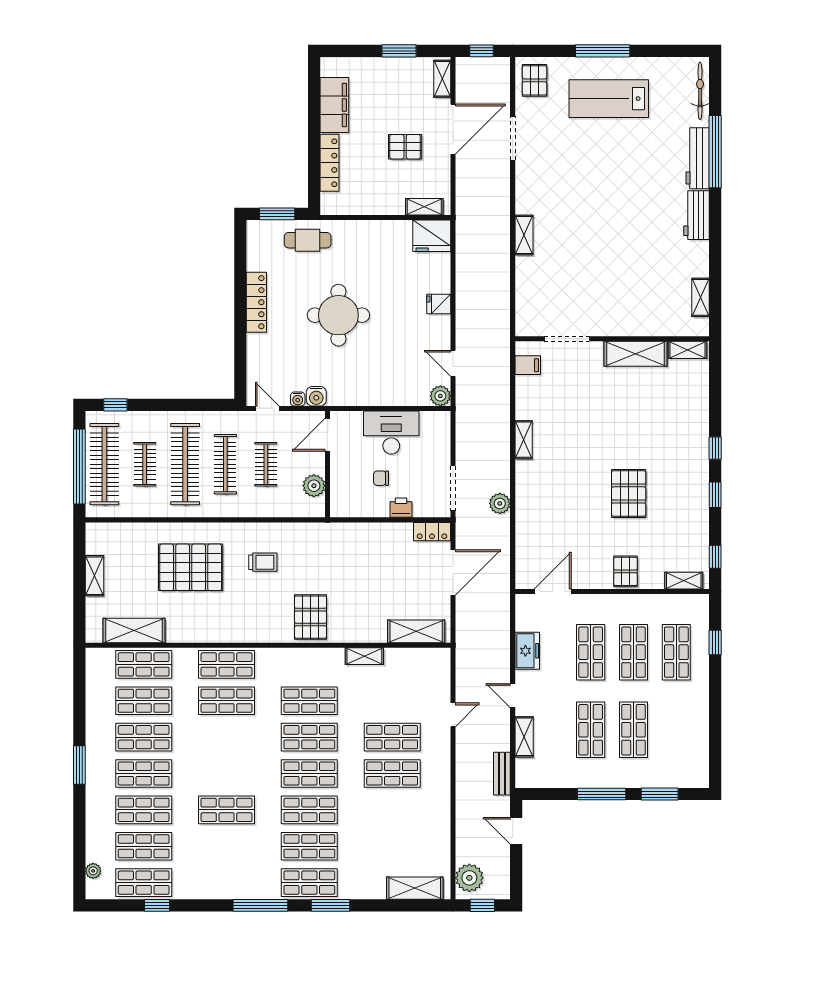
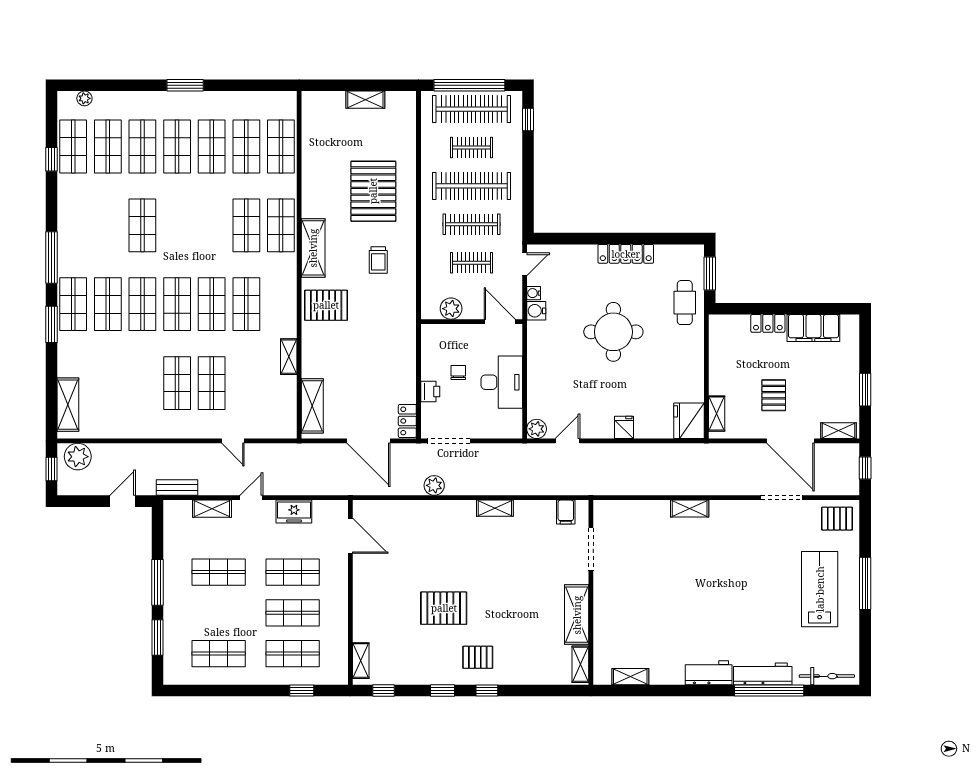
locker: (330, 163) -> (768, 323), width x0.66
pallet: (625, 571) -> (478, 657), moved
shelving: (134, 630) -> (313, 248), moved
shop shelf: (633, 730) -> (219, 654), moved

